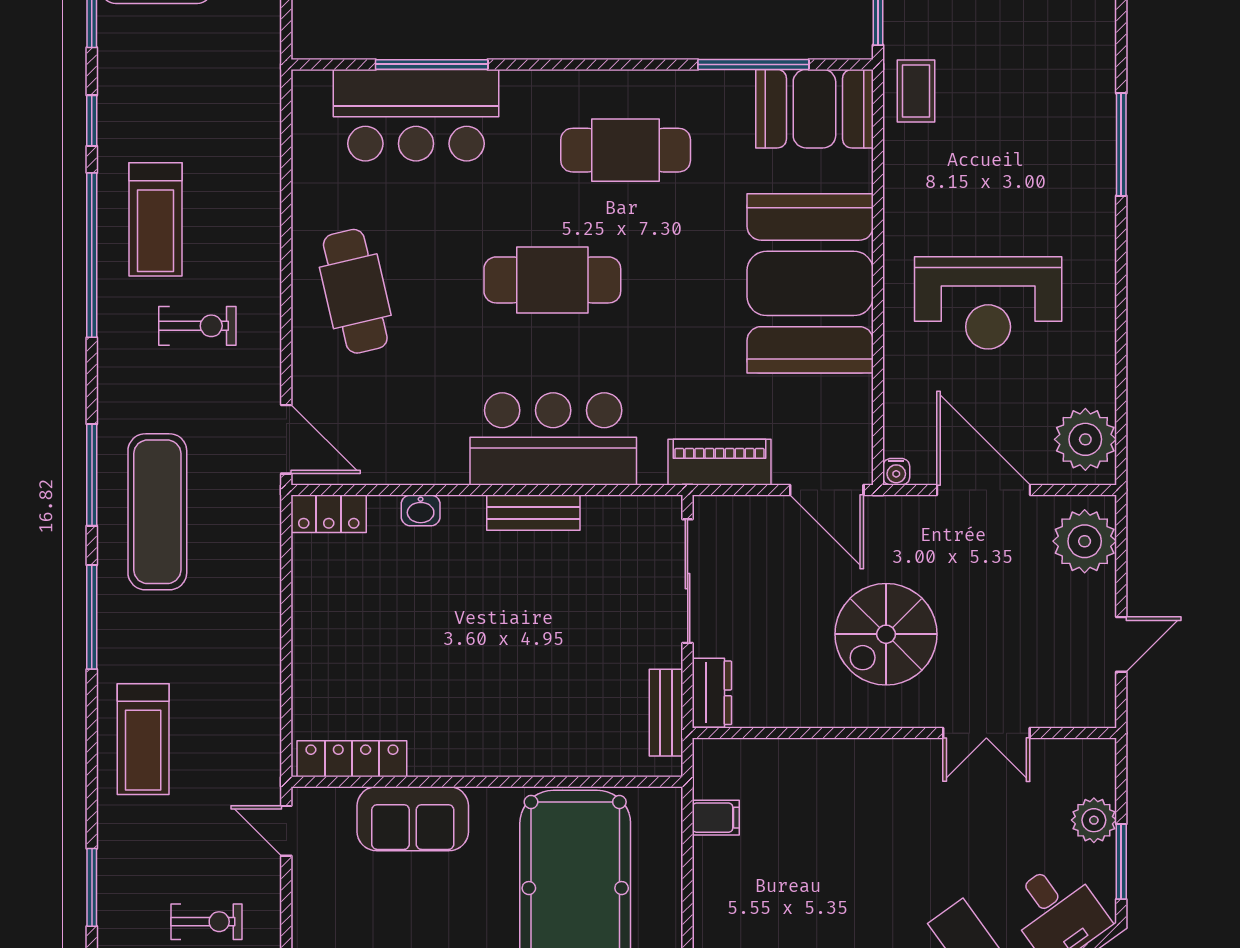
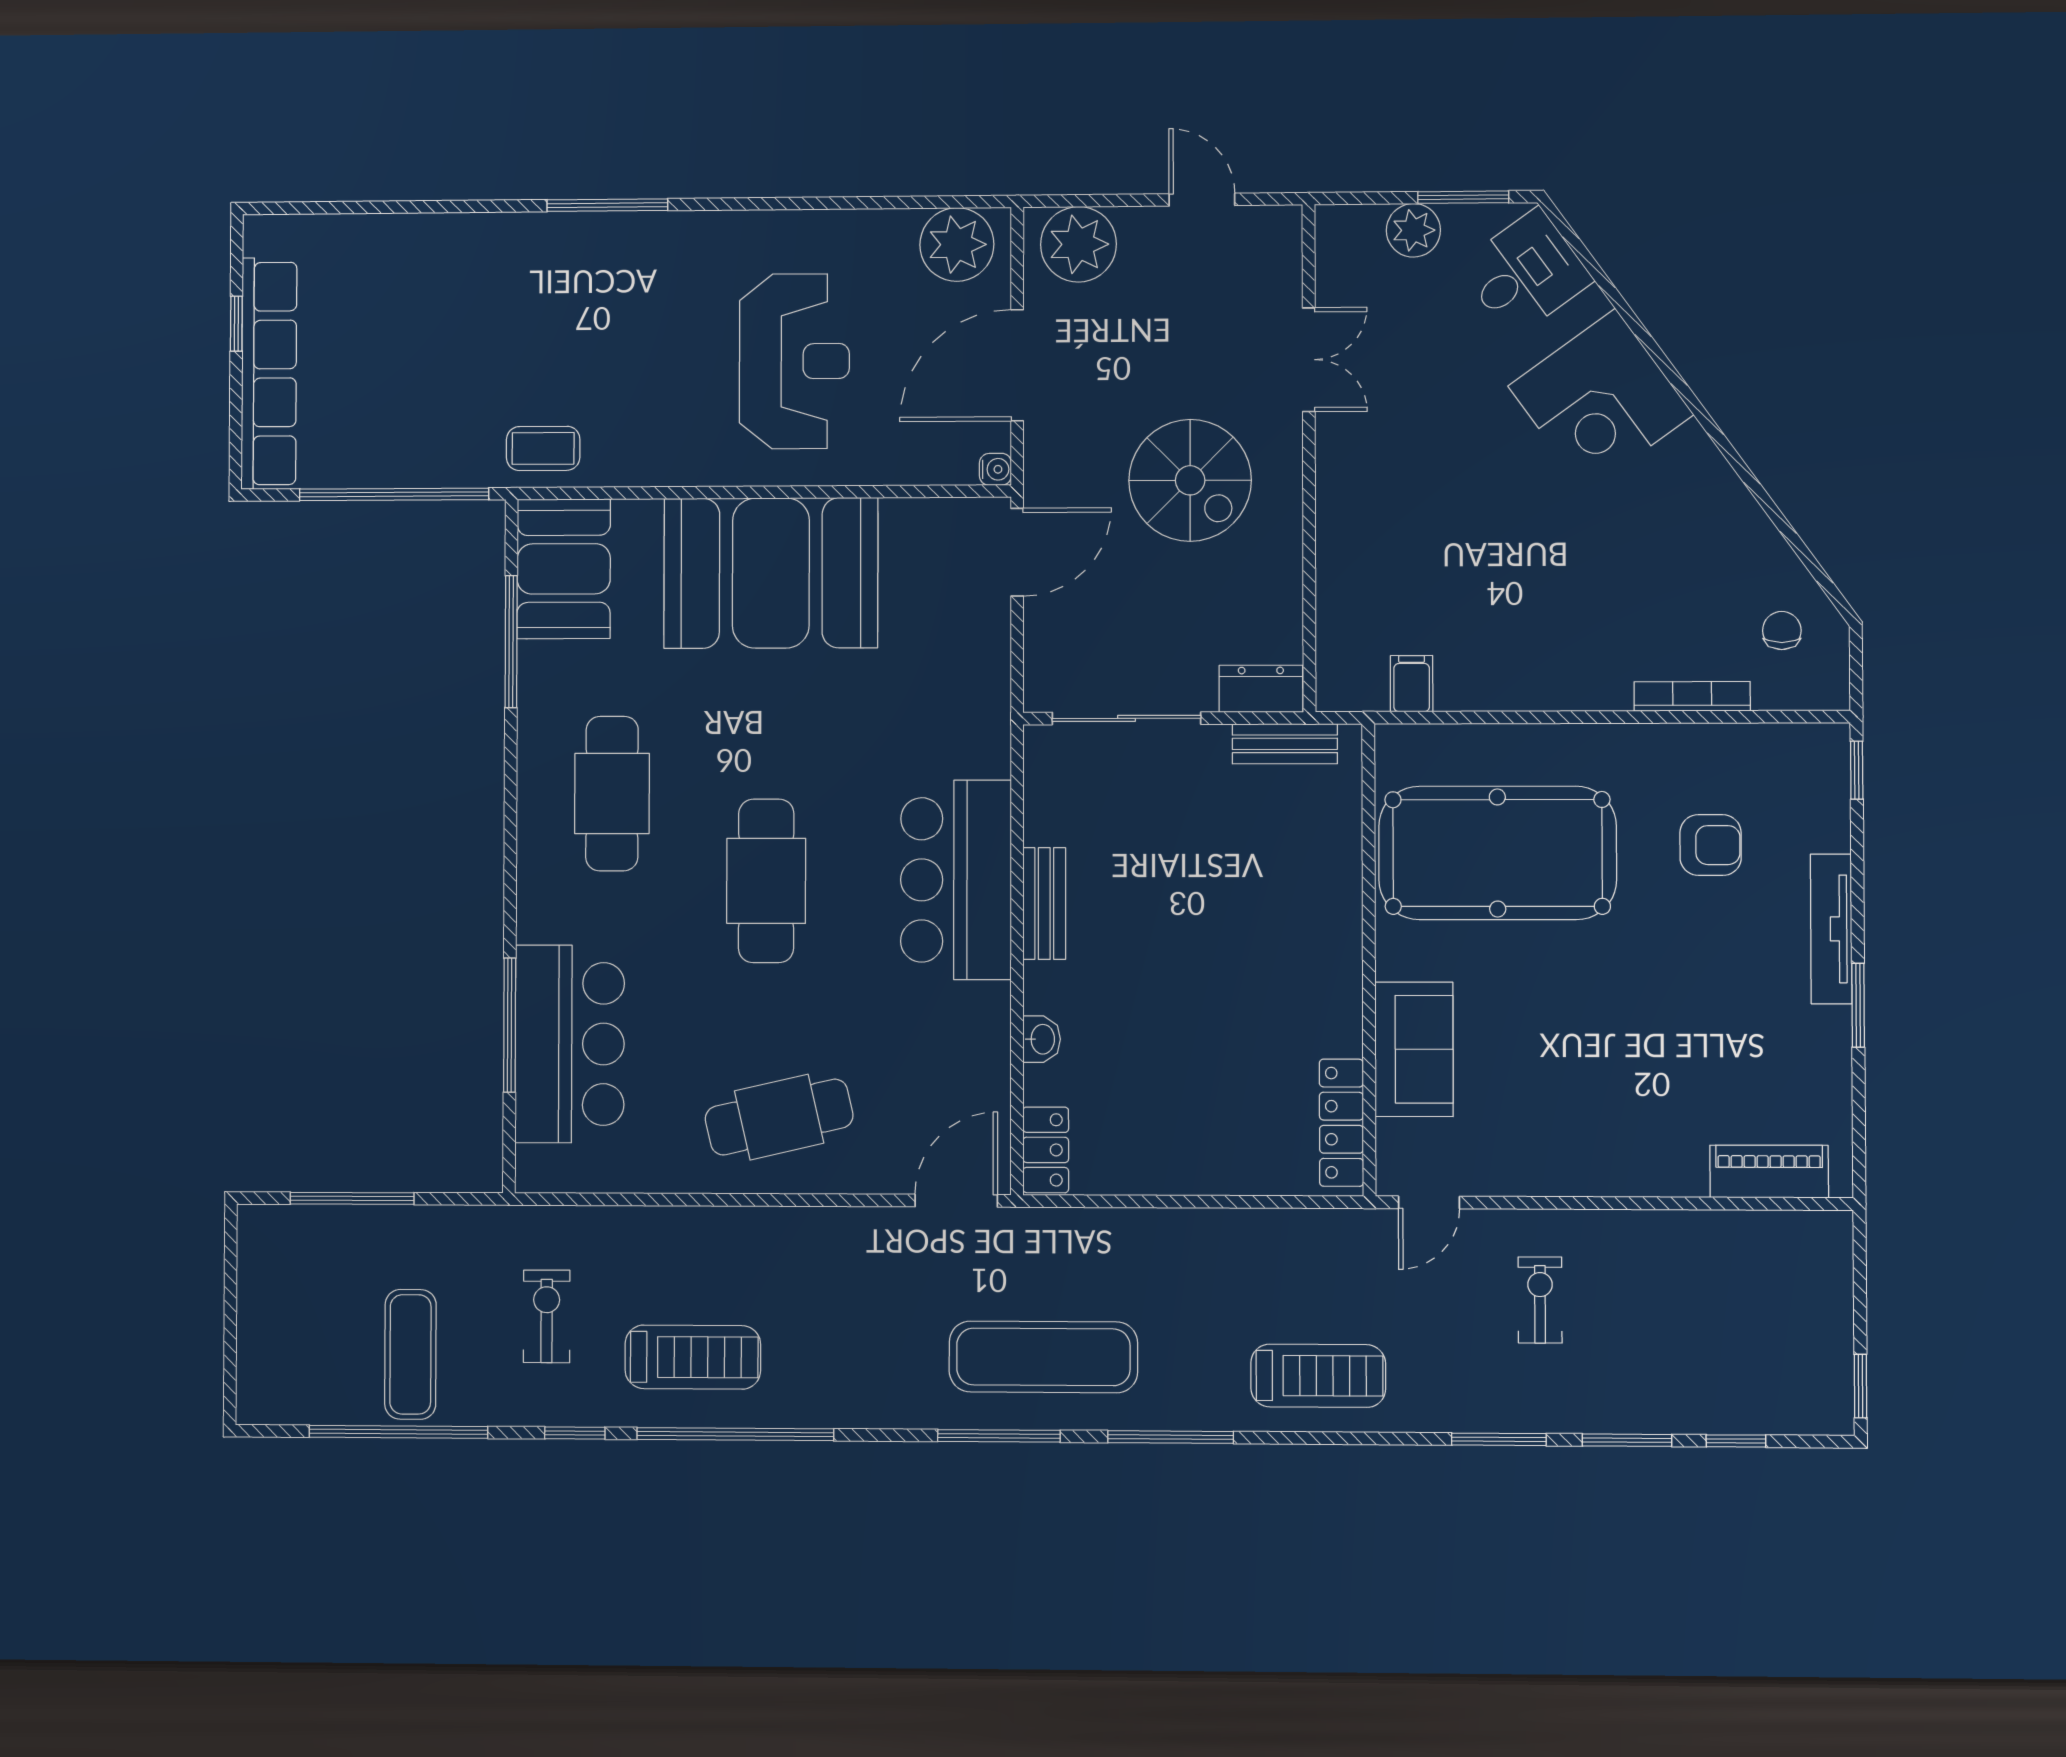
exercise bike: (197, 326) -> (547, 1316), moved
piano: (720, 462) -> (984, 680), removed

